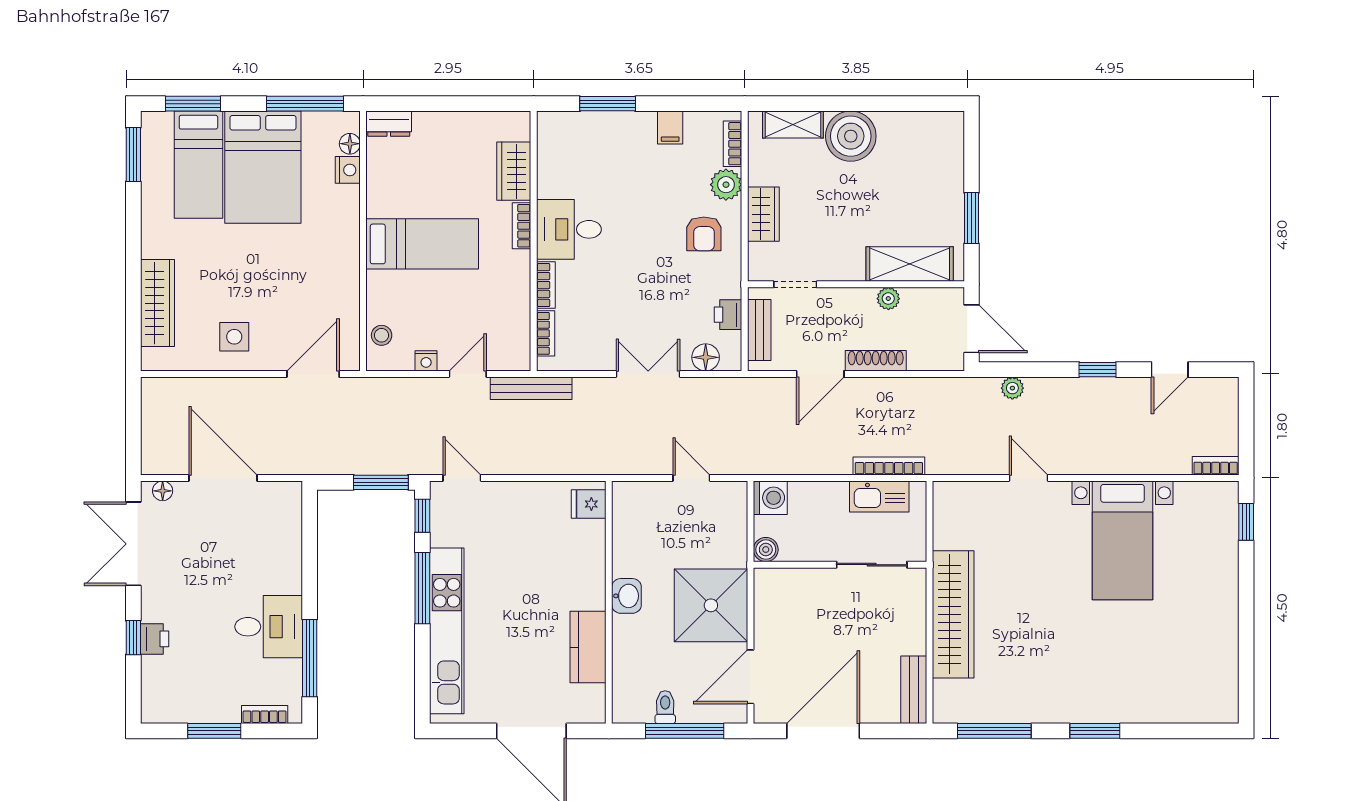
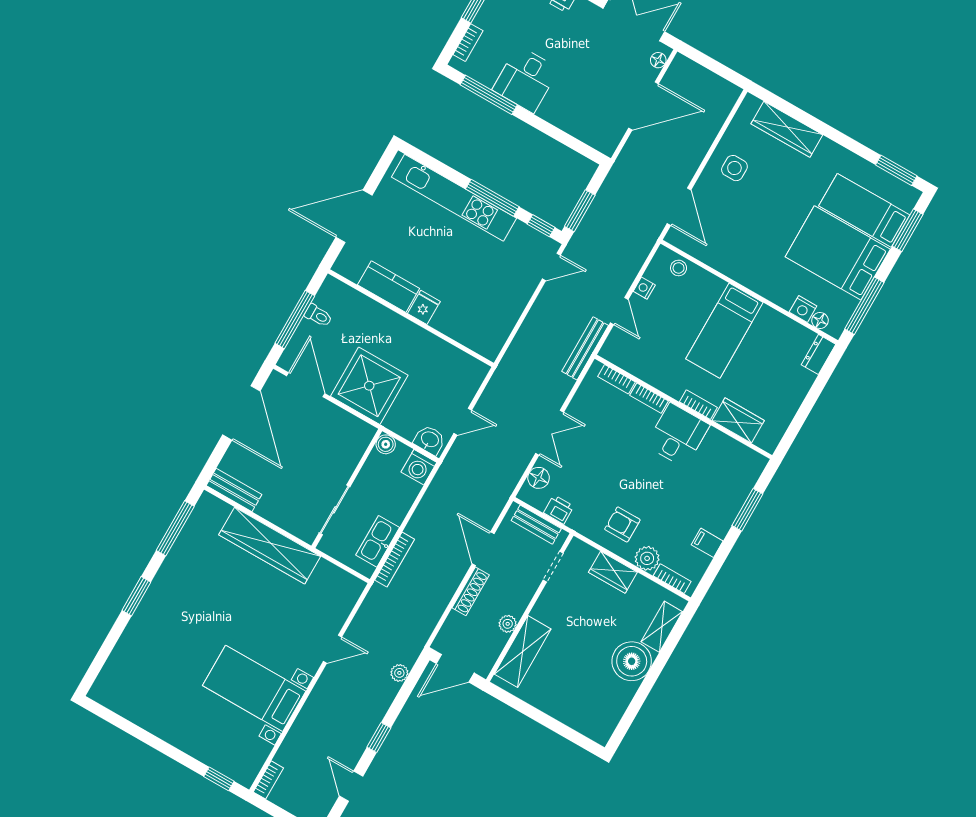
window: (971, 218) -> (530, 711), removed
fridge: (589, 504) -> (424, 307), moved
washbasin: (626, 596) -> (430, 440), moved, turned 180

